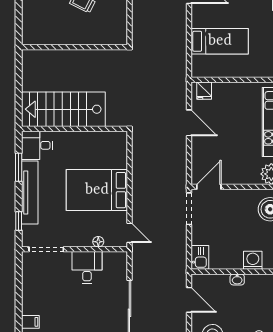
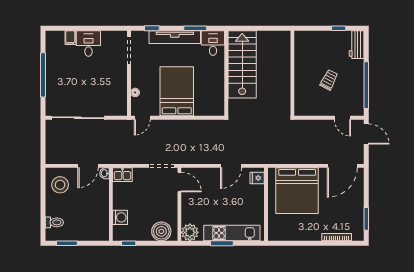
bed: (220, 41) -> (297, 191), width x2.04
desk: (87, 267) -> (88, 44), moved, turned -90
washbasin: (237, 279) -> (105, 173), moved

